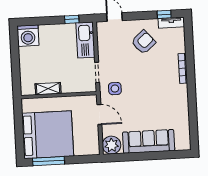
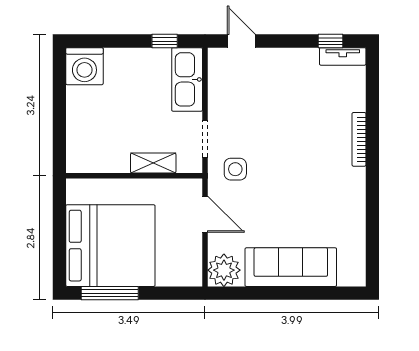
armchair: (143, 42) -> (291, 89), removed
shelving: (48, 89) -> (153, 163), moved

